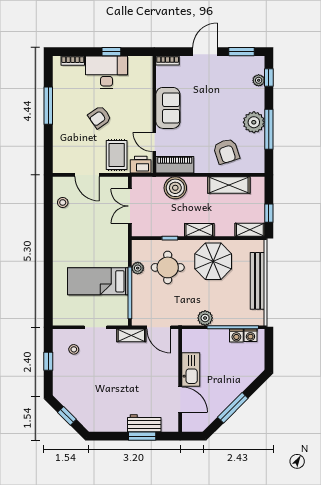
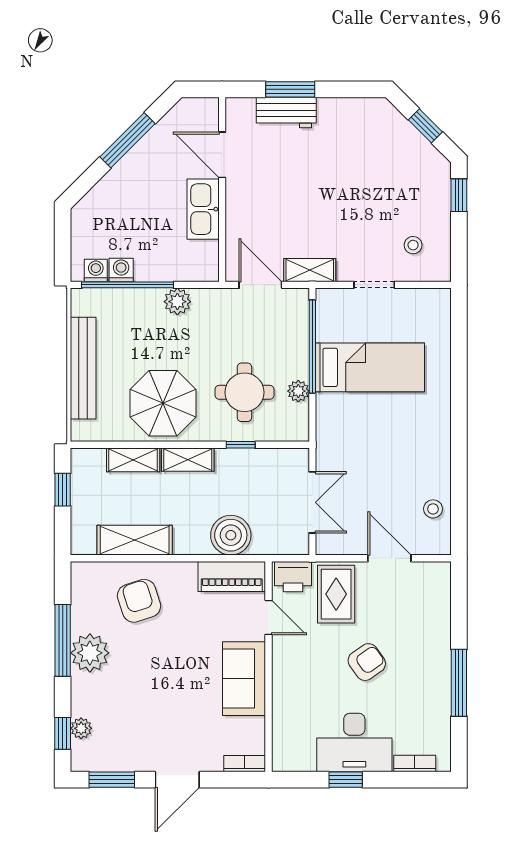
shelving: (250, 230) -> (133, 460), moved
window: (48, 361) -> (459, 195), moved

